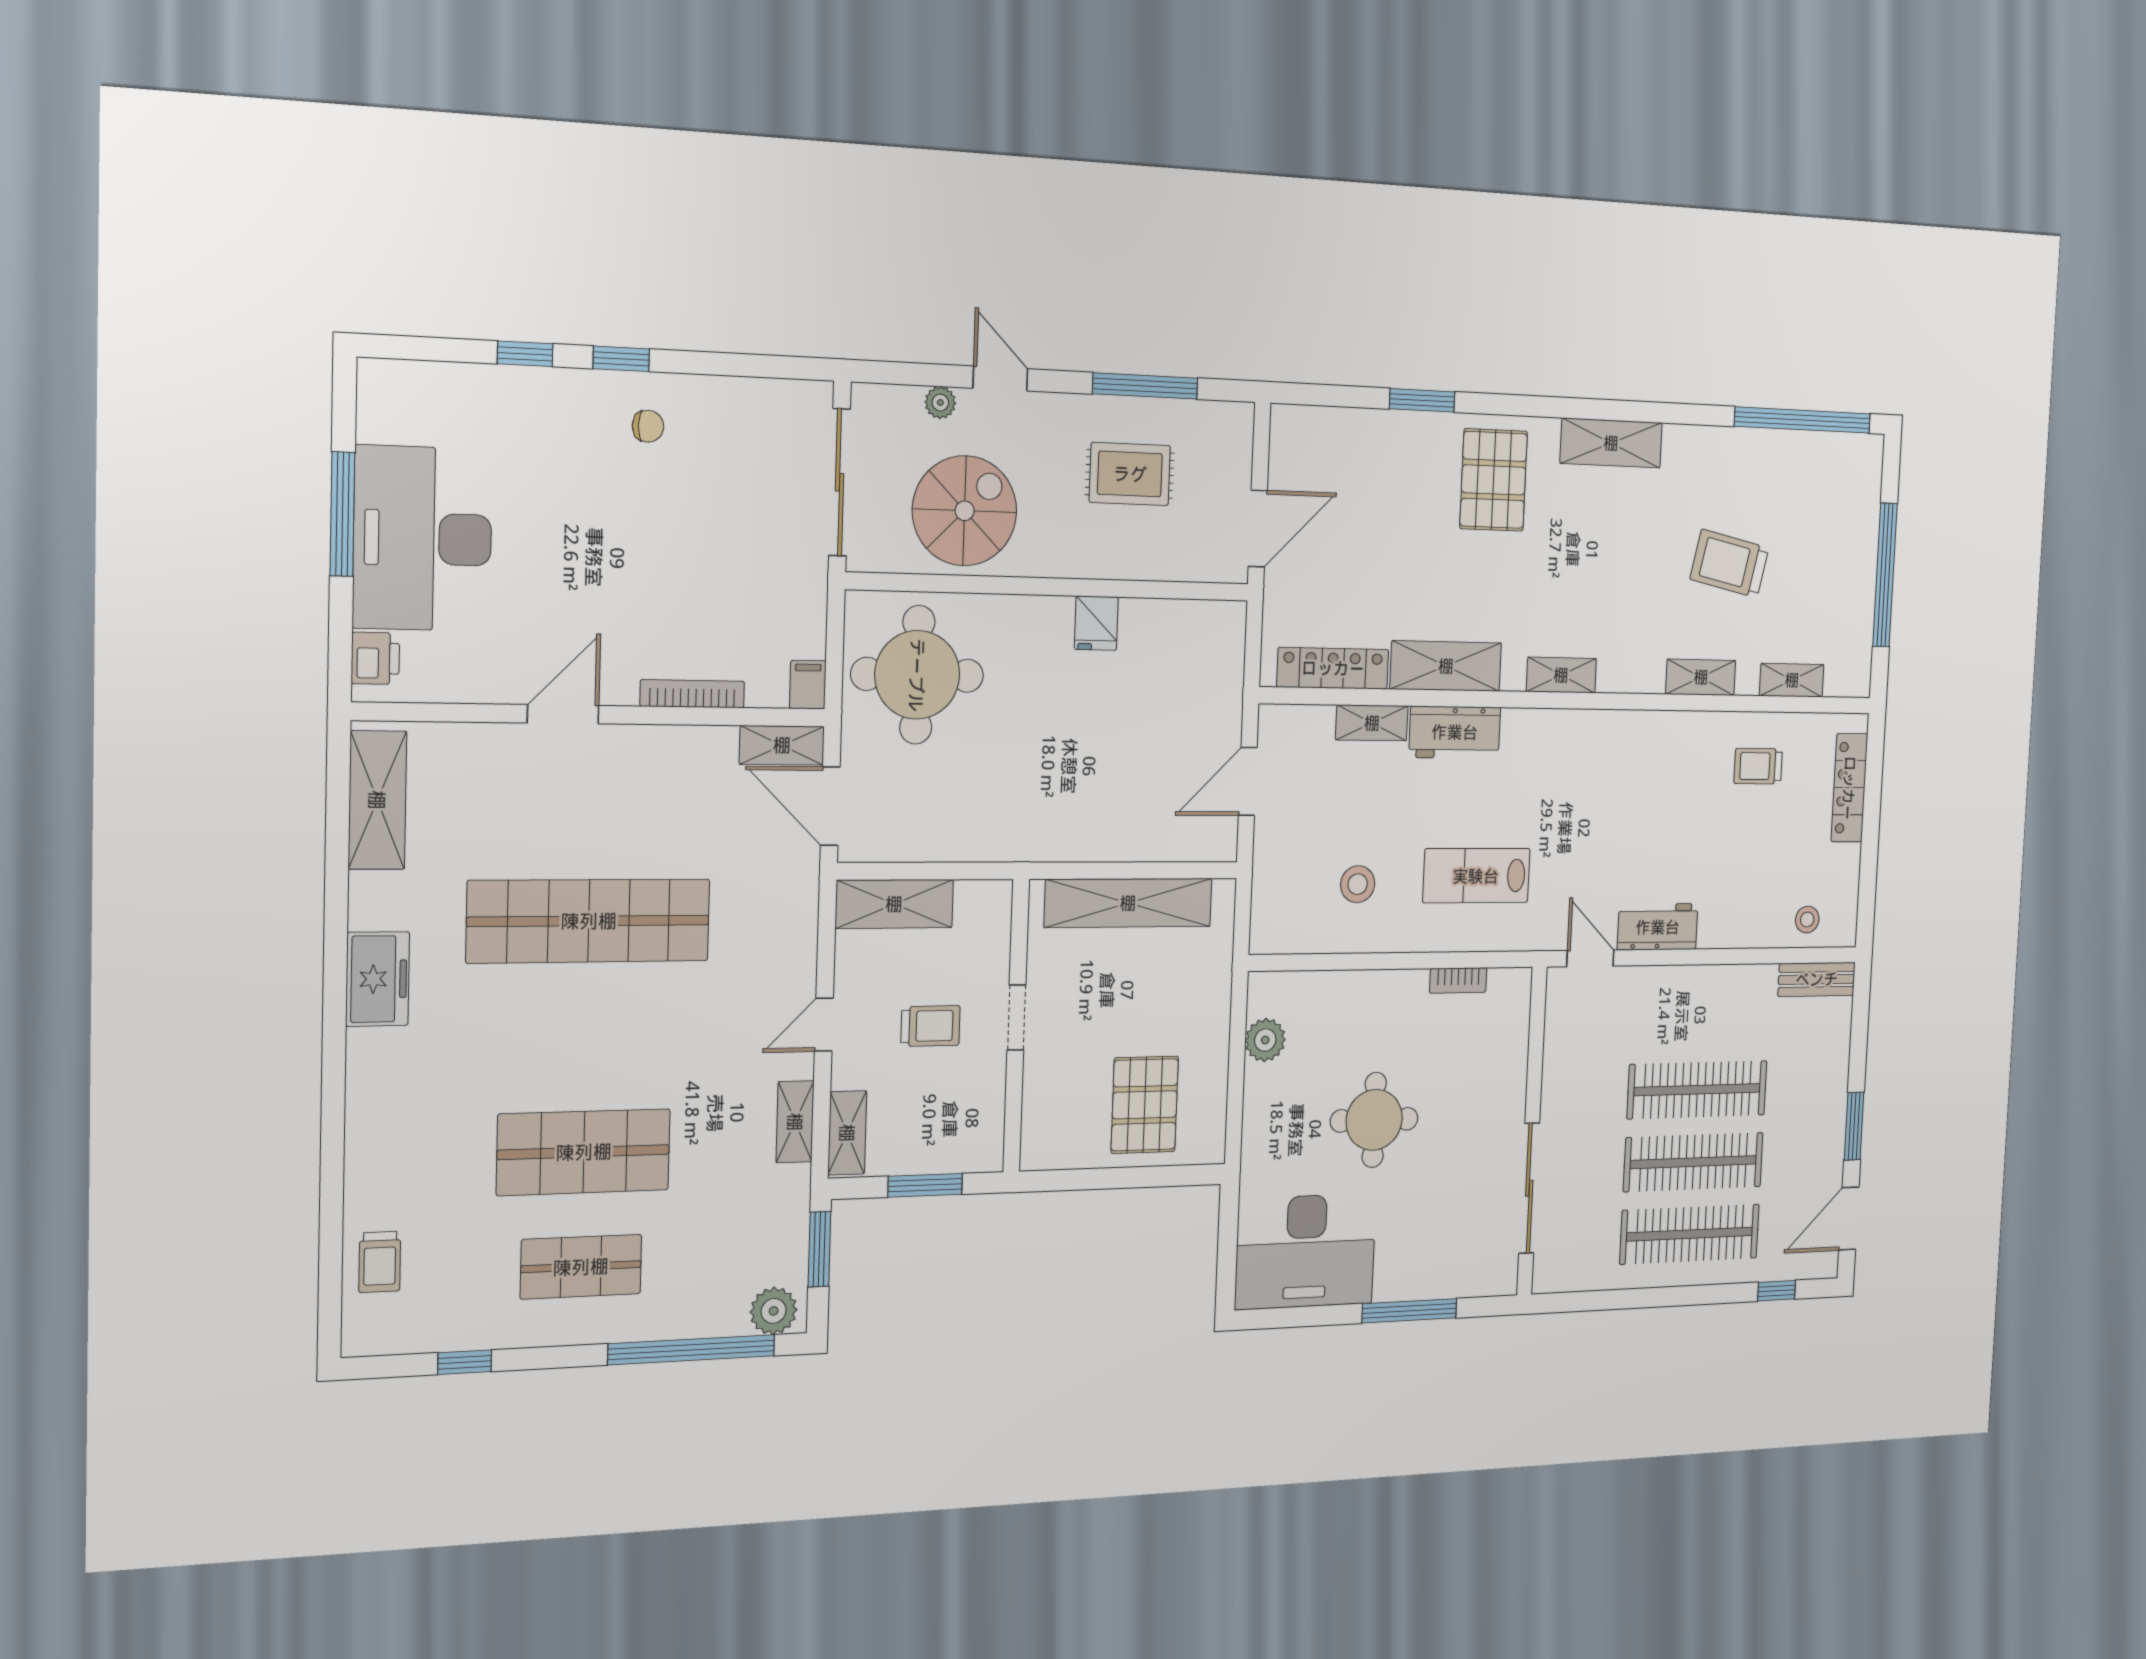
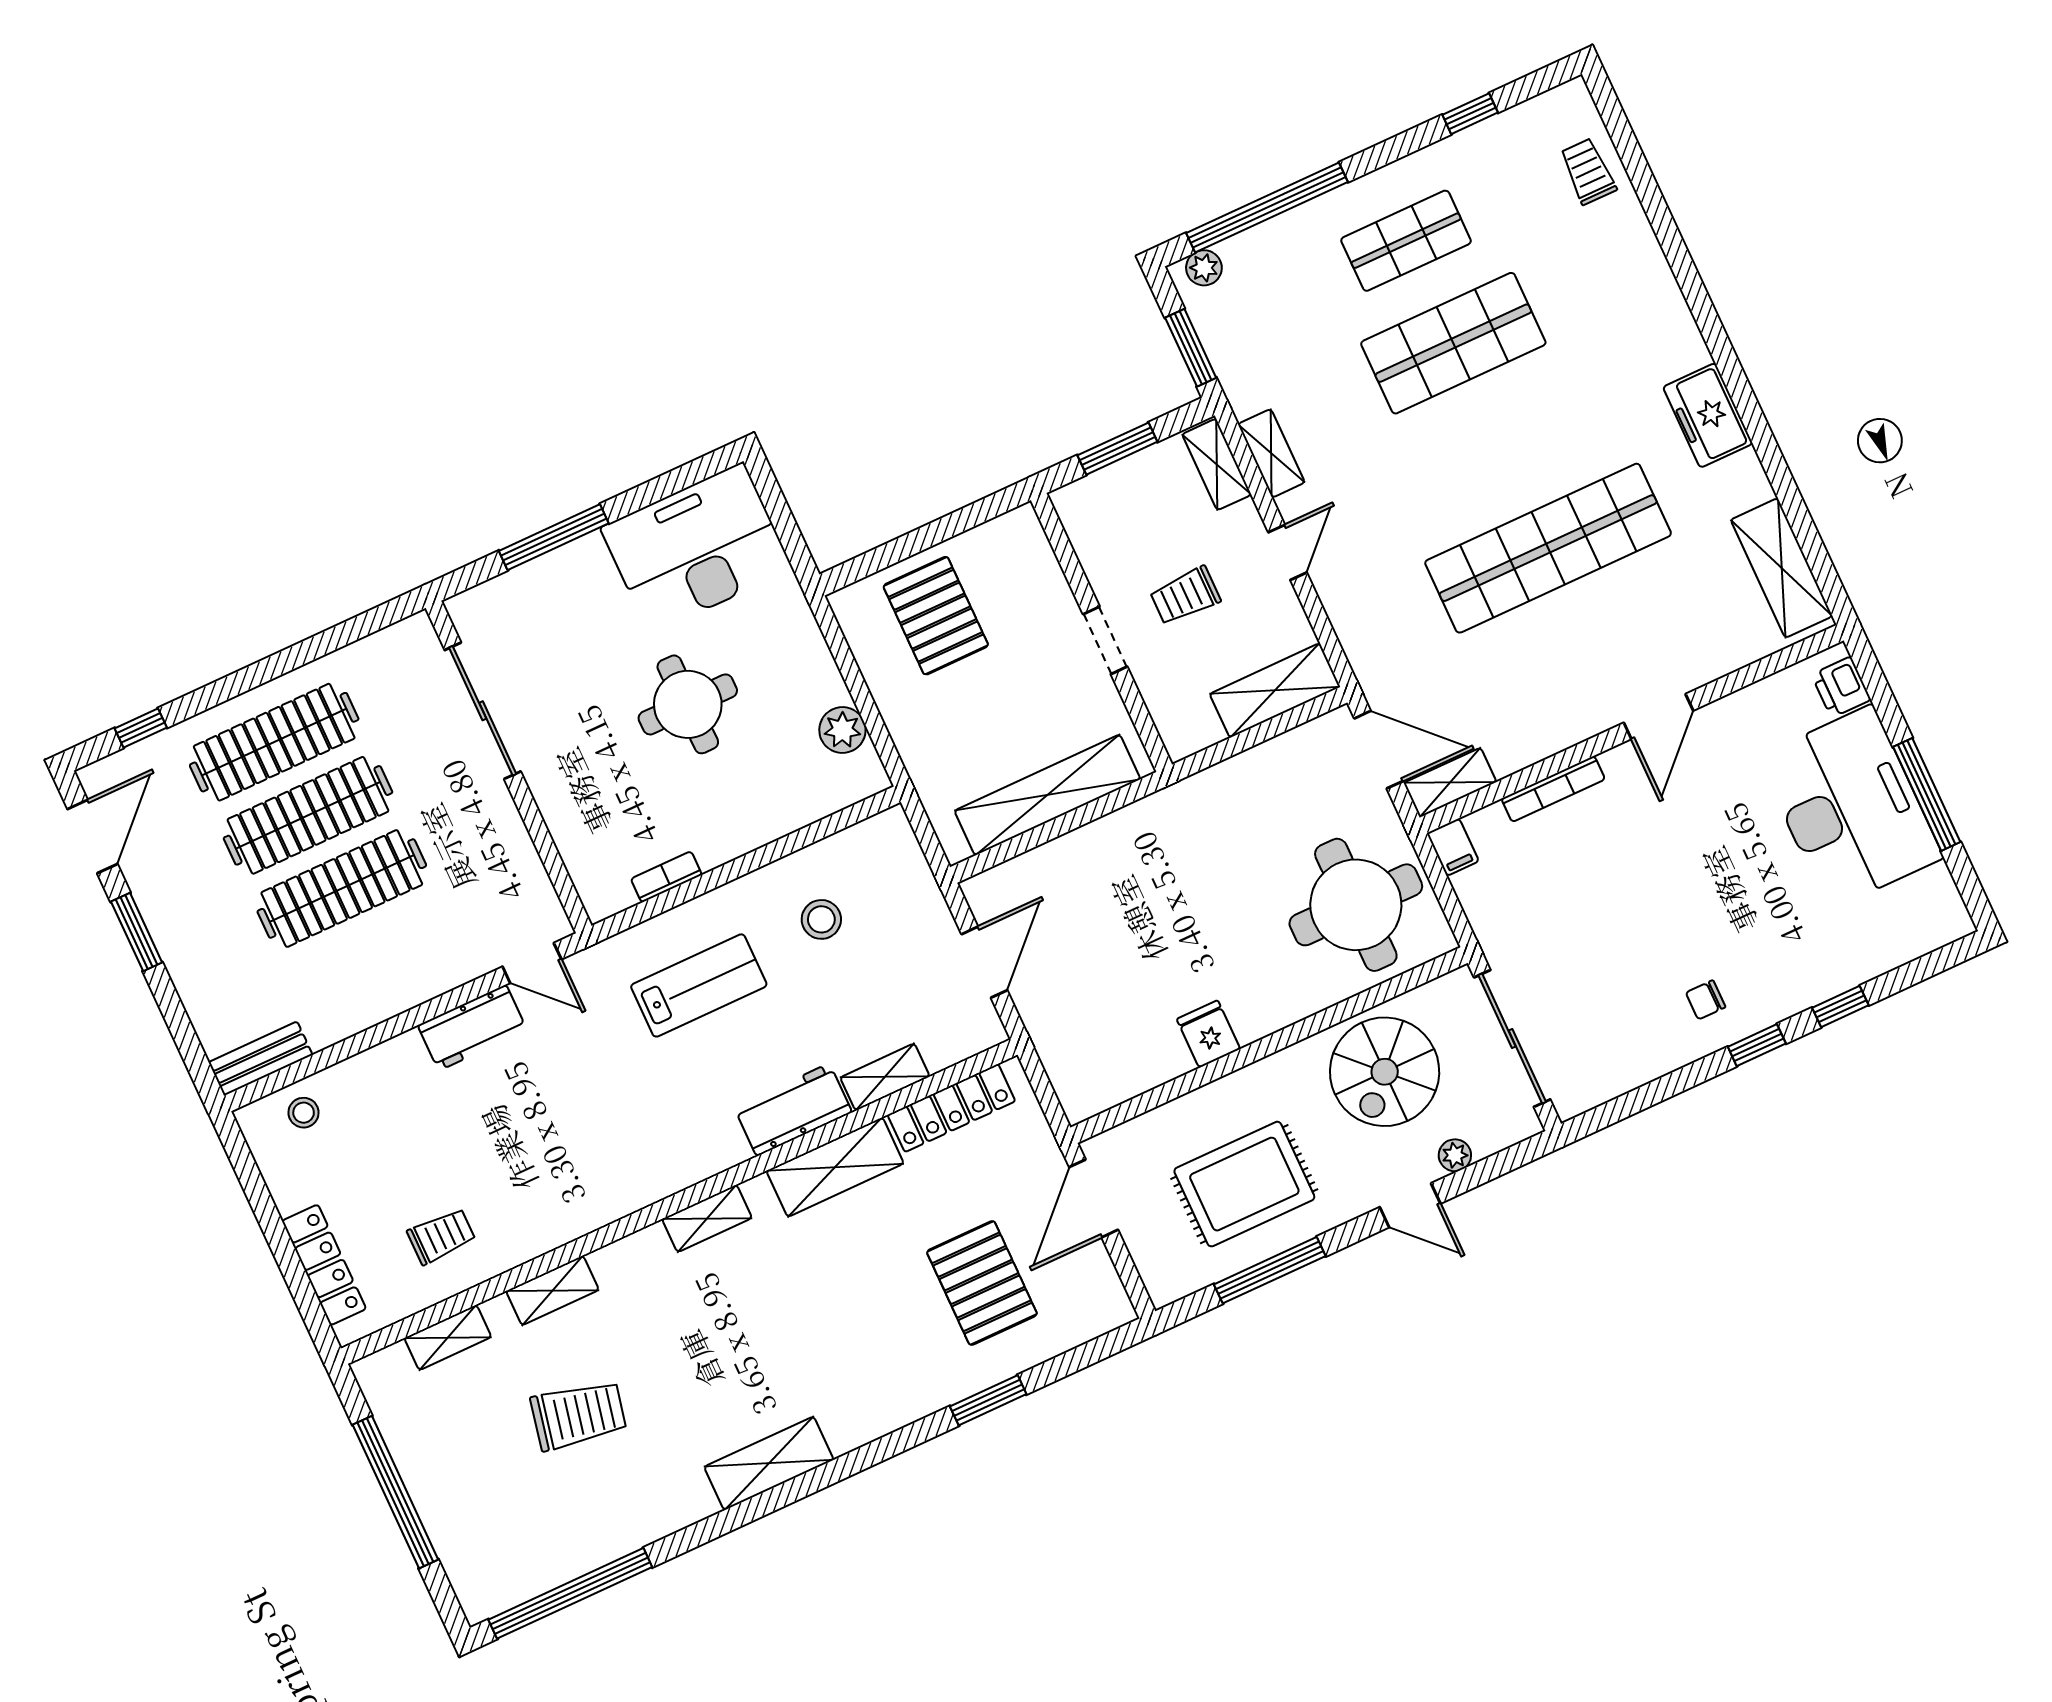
rug: (1130, 474) -> (1244, 1184), width x1.36, depth x1.43
pallet: (1494, 480) -> (982, 1283), moved
plant: (774, 1311) -> (1204, 268), width x0.73, depth x0.73

